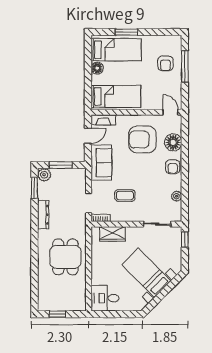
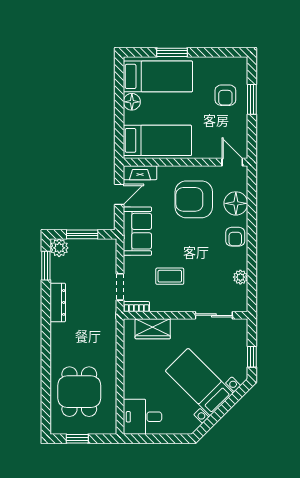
window: (185, 66) -> (252, 99), width x0.69
window: (185, 240) -> (252, 357), moved
dining table: (65, 257) -> (79, 392), moved

